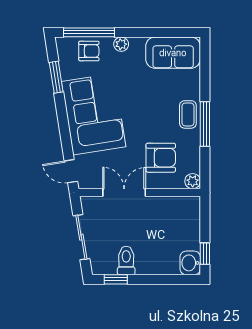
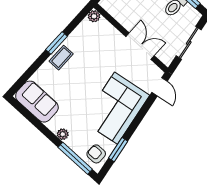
armchair: (89, 51) -> (96, 154), moved
window: (205, 124) -> (56, 43), width x0.69
armchair: (161, 158) -> (100, 47), removed
double door: (124, 192) -> (140, 46), swing flipped

